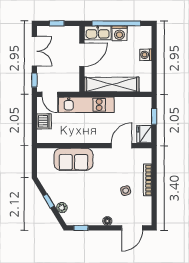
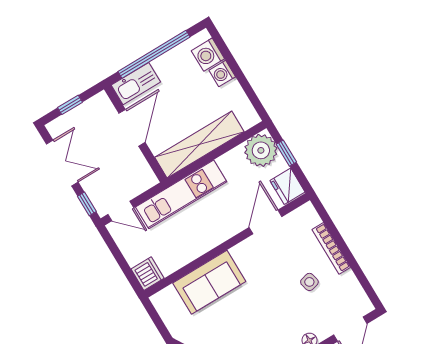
washing machine: (119, 33) -> (208, 55), moved, turned 90
plant: (142, 107) -> (261, 150), added
dishwasher: (44, 121) -> (148, 274), moved

